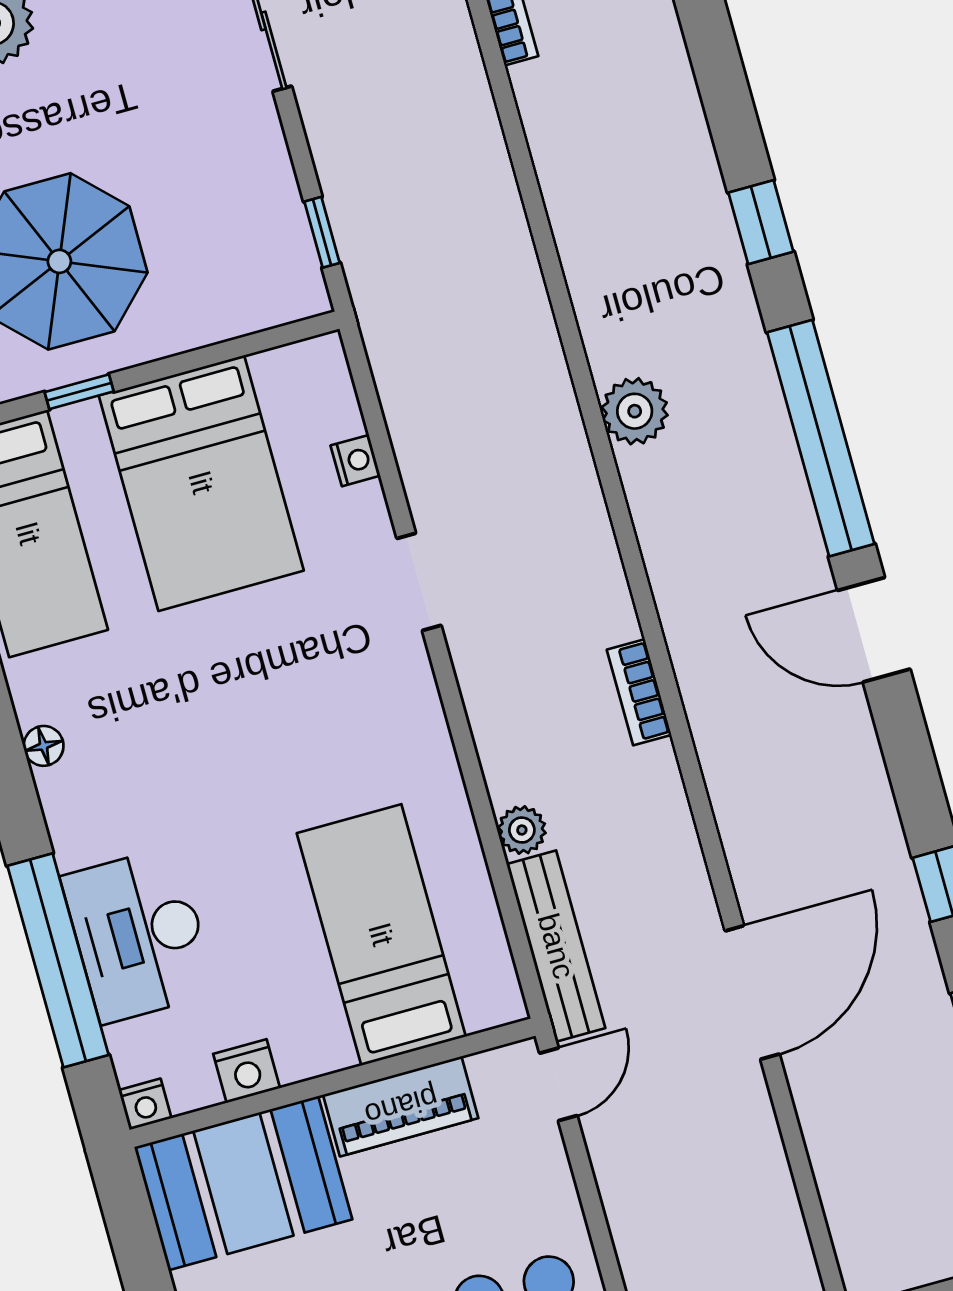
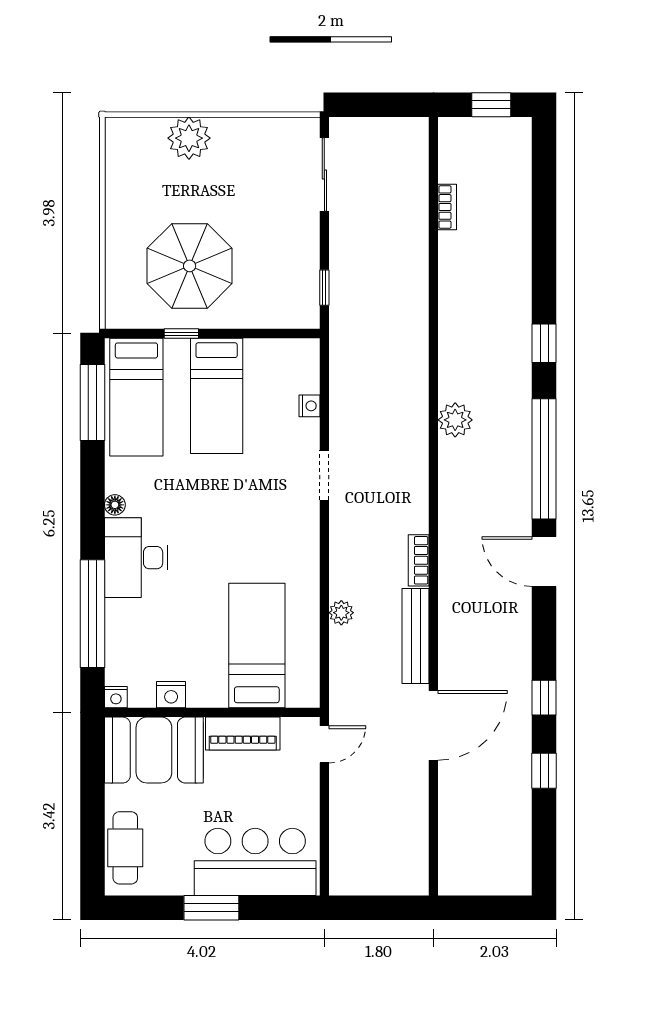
bed: (201, 483) -> (217, 396), width x0.67
desk: (139, 935) -> (136, 558), moved
bench: (556, 946) -> (416, 636), moved

